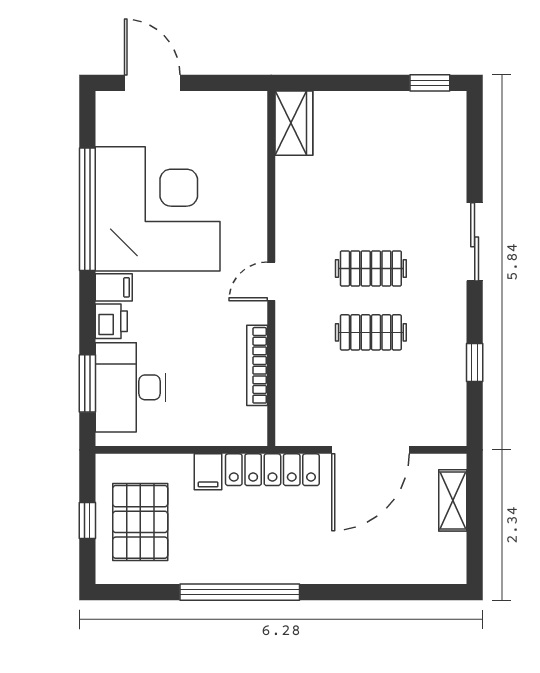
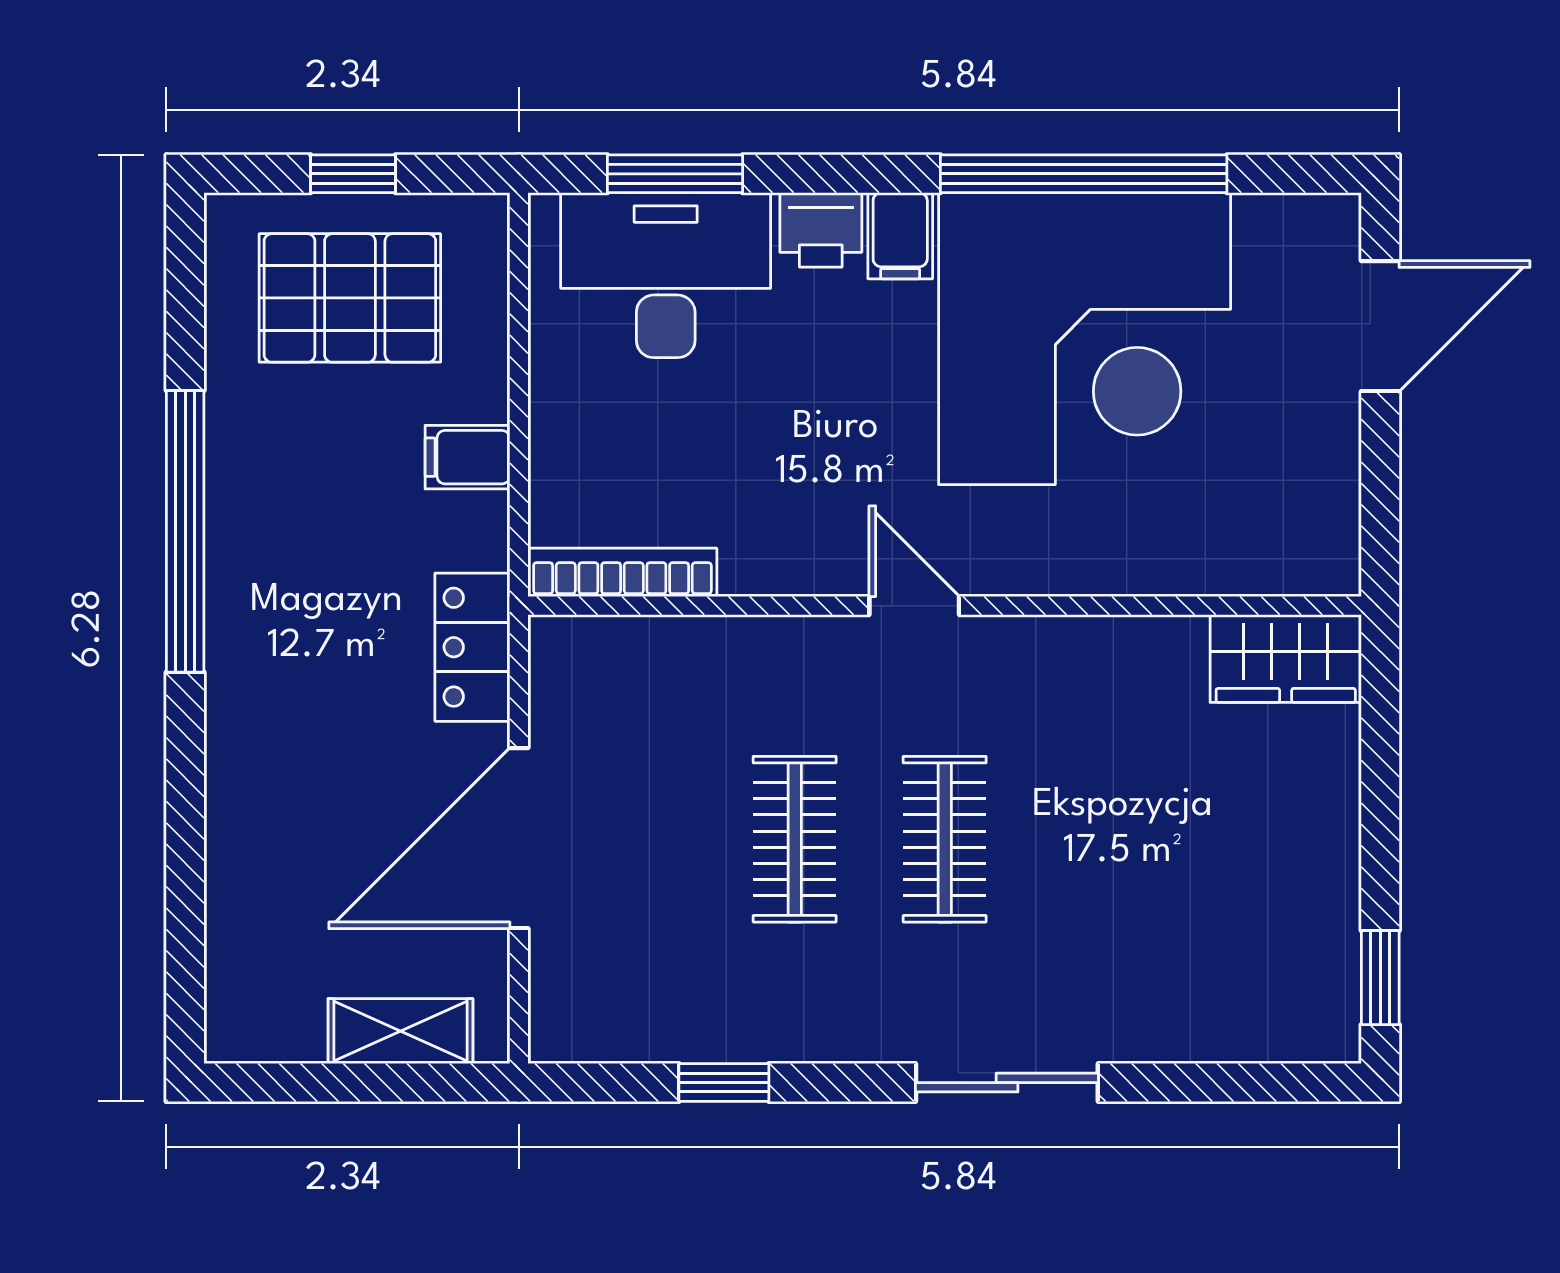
bookcase: (257, 365) -> (622, 572), moved
door: (370, 450) -> (519, 838), hinge flipped
locker: (272, 470) -> (472, 647), width x0.66

